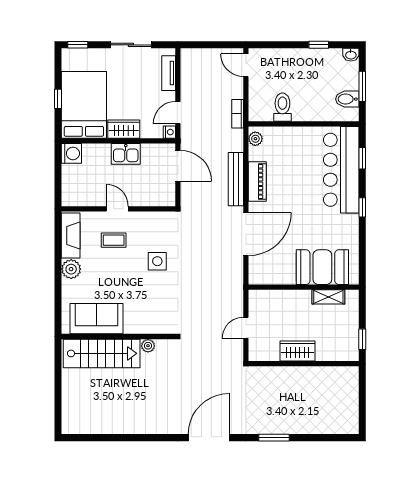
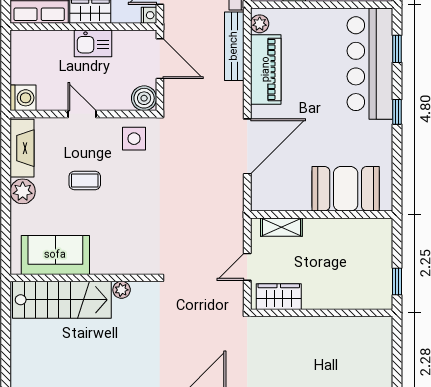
washing machine: (71, 153) -> (23, 98), moved
bench: (236, 179) -> (234, 46), moved
piano: (257, 182) -> (266, 69), width x1.37, depth x1.33
boiler: (166, 197) -> (144, 98), added
coffee table: (114, 240) -> (85, 180), moved
side table: (157, 261) -> (134, 139), moved
shelving: (328, 297) -> (281, 227), moved
wardrobe: (297, 351) -> (279, 297), moved

